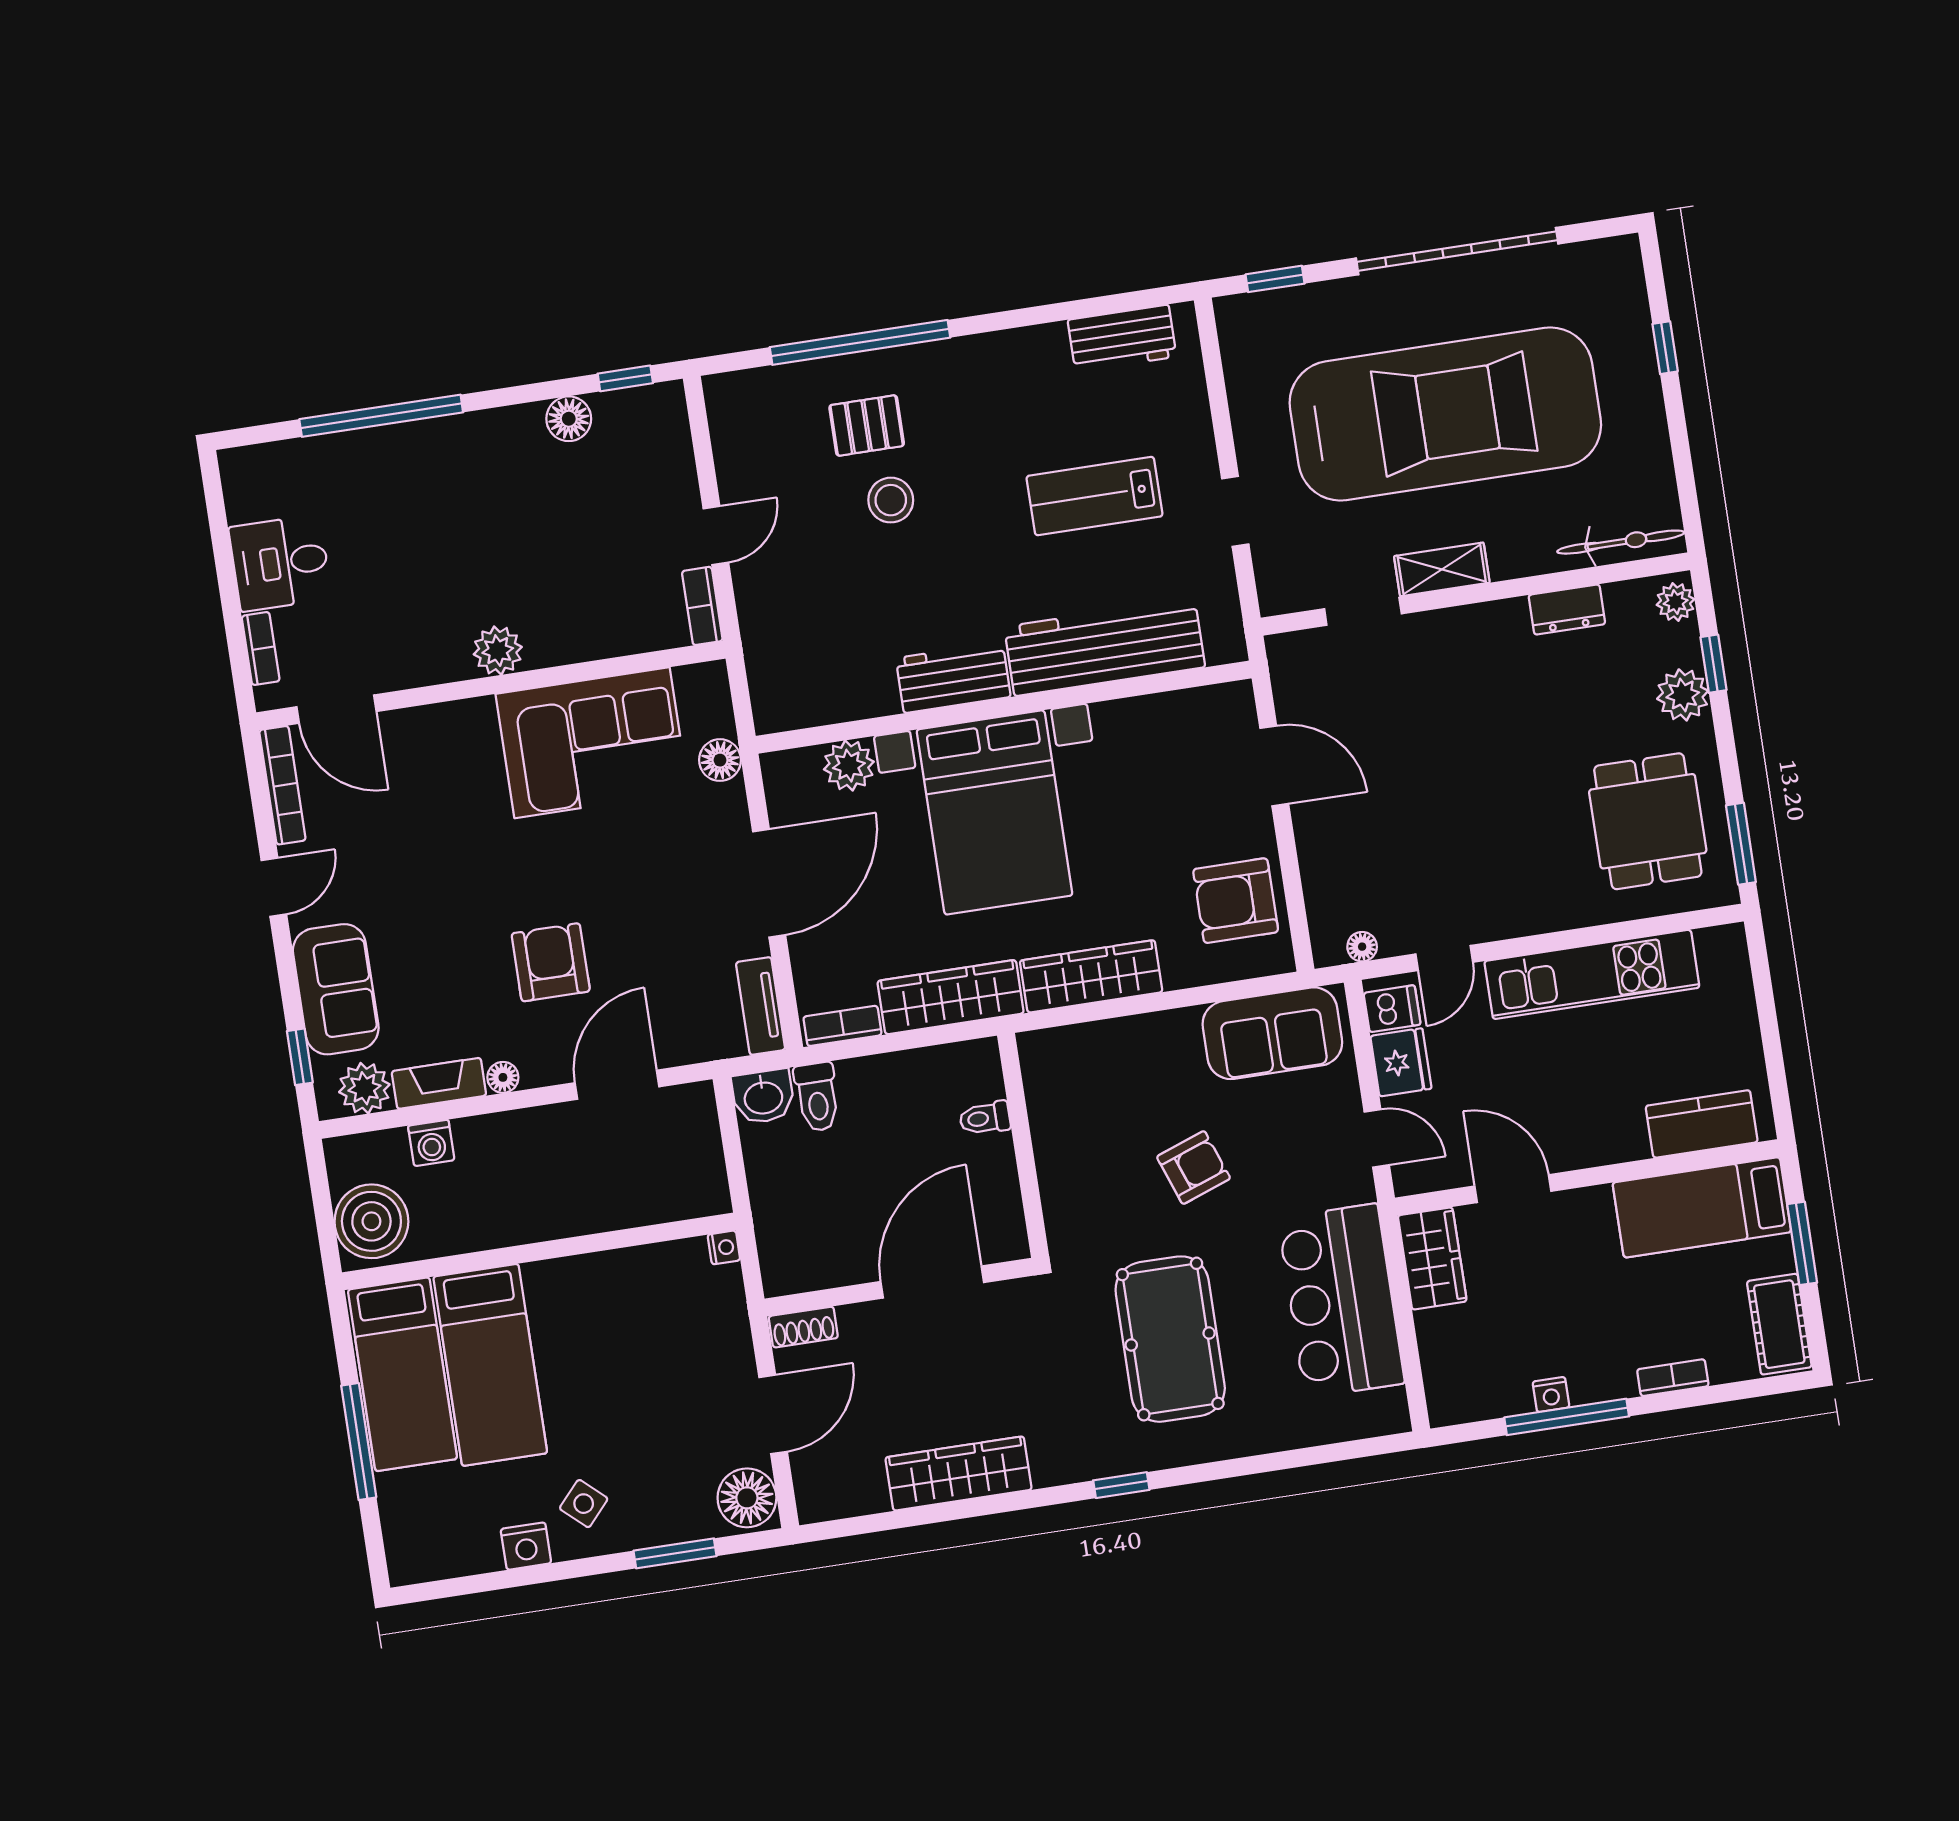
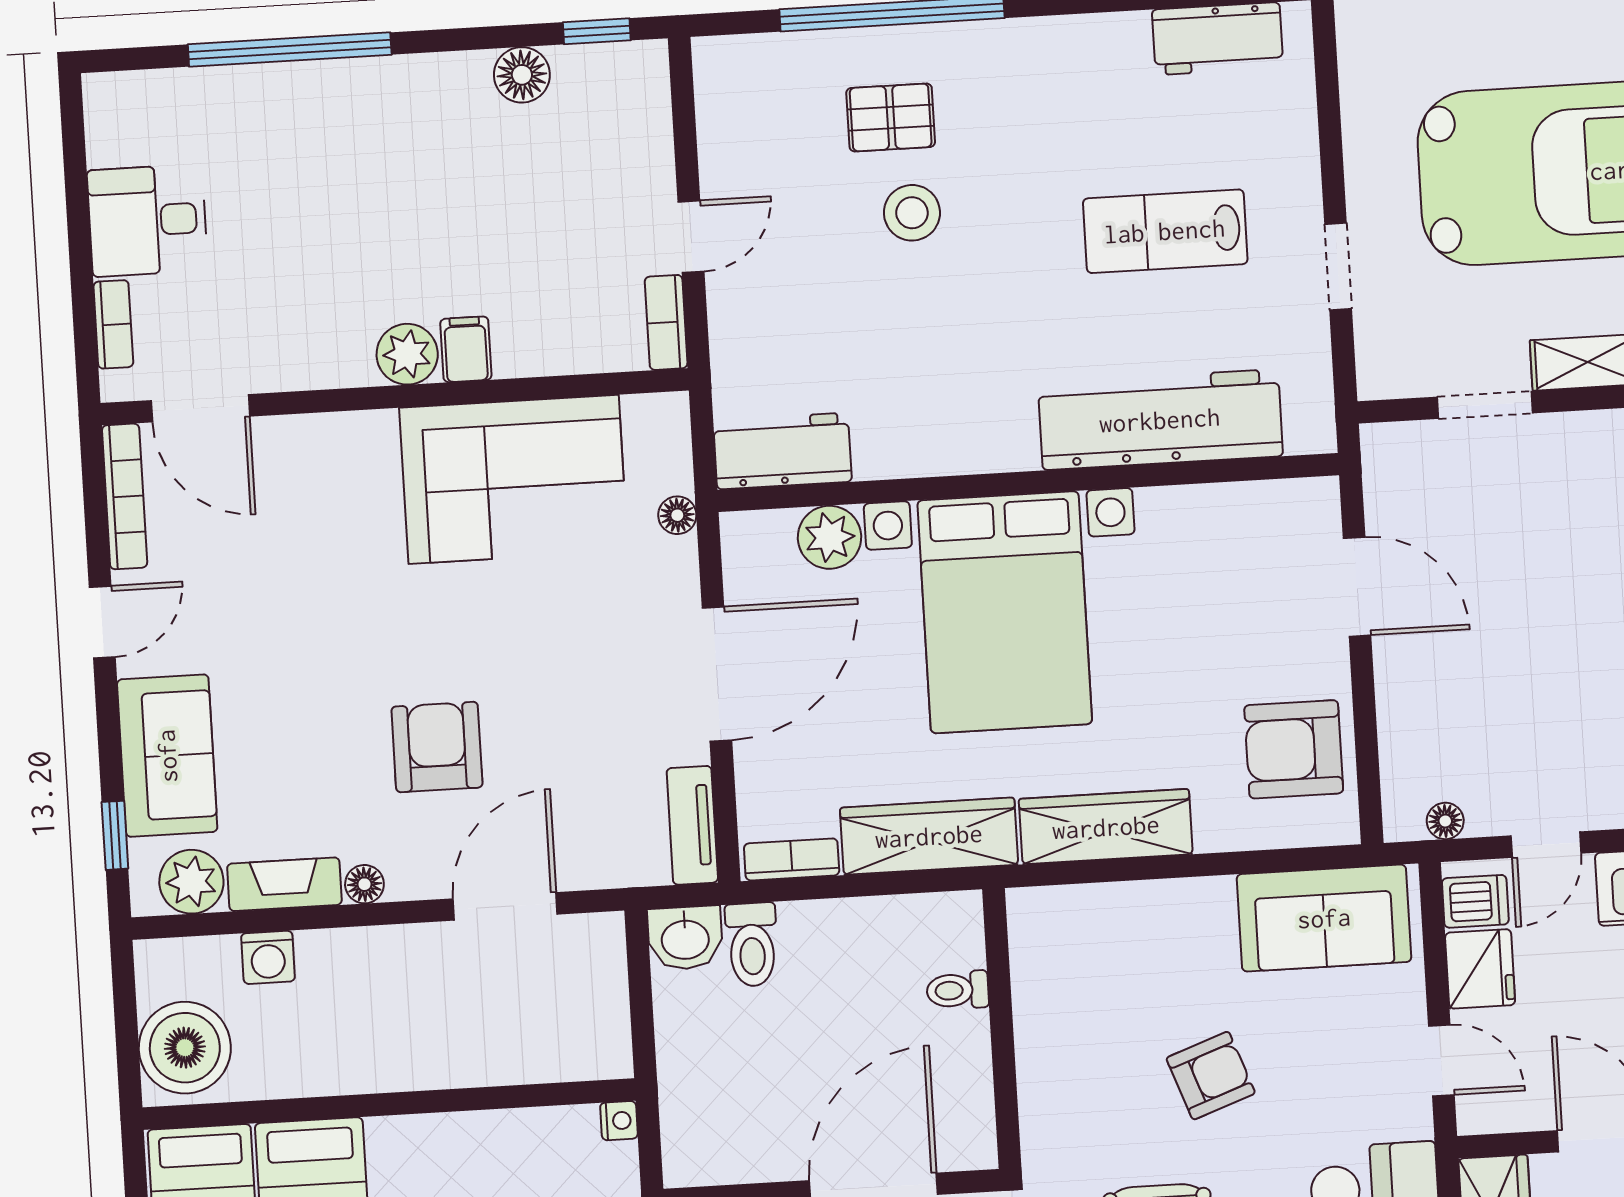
filing cabinet: (544, 642) -> (466, 349), added
workbench: (953, 677) -> (782, 451), moved
floor lamp: (720, 760) -> (677, 515), width x0.73, depth x0.73

